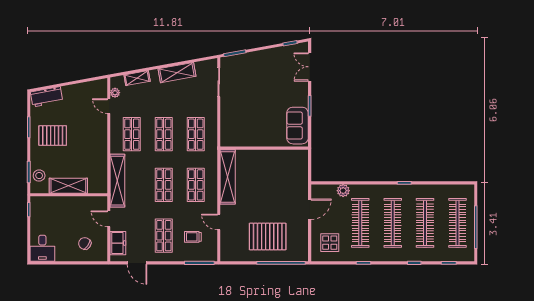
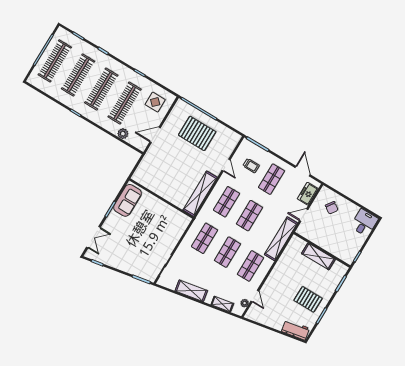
stool: (39, 176) -> (335, 276), removed
door: (109, 219) -> (304, 215), swing flipped

